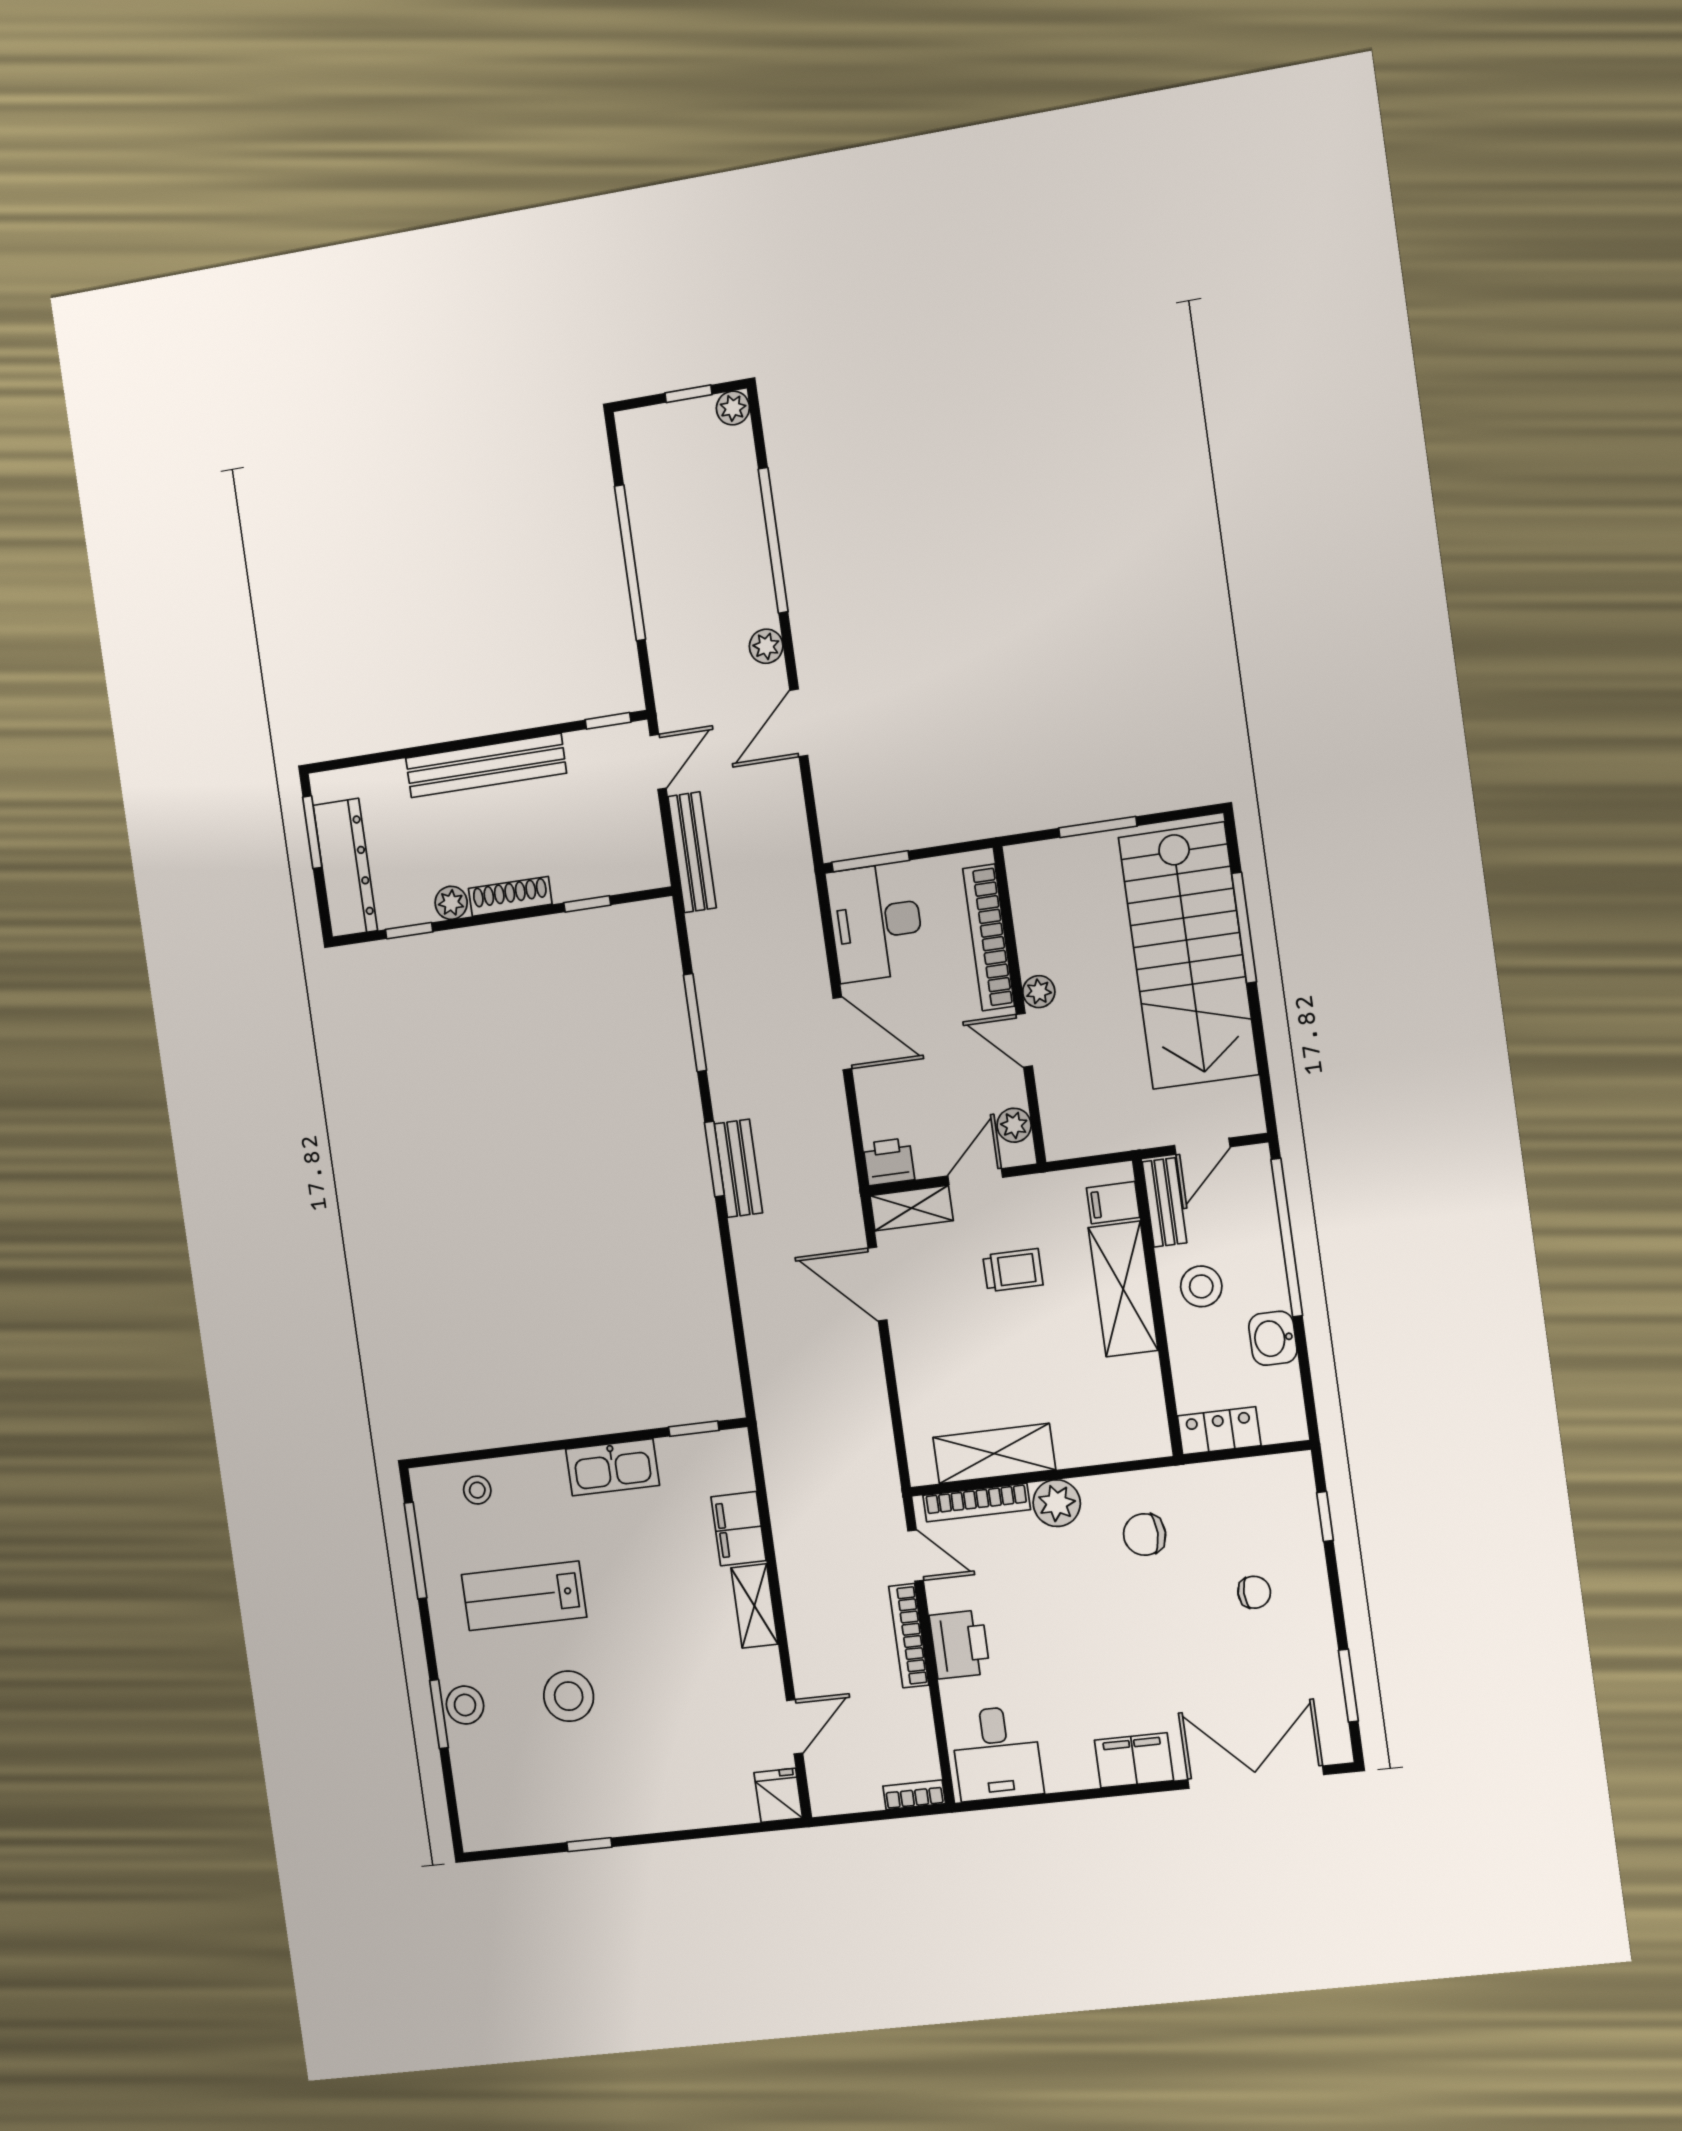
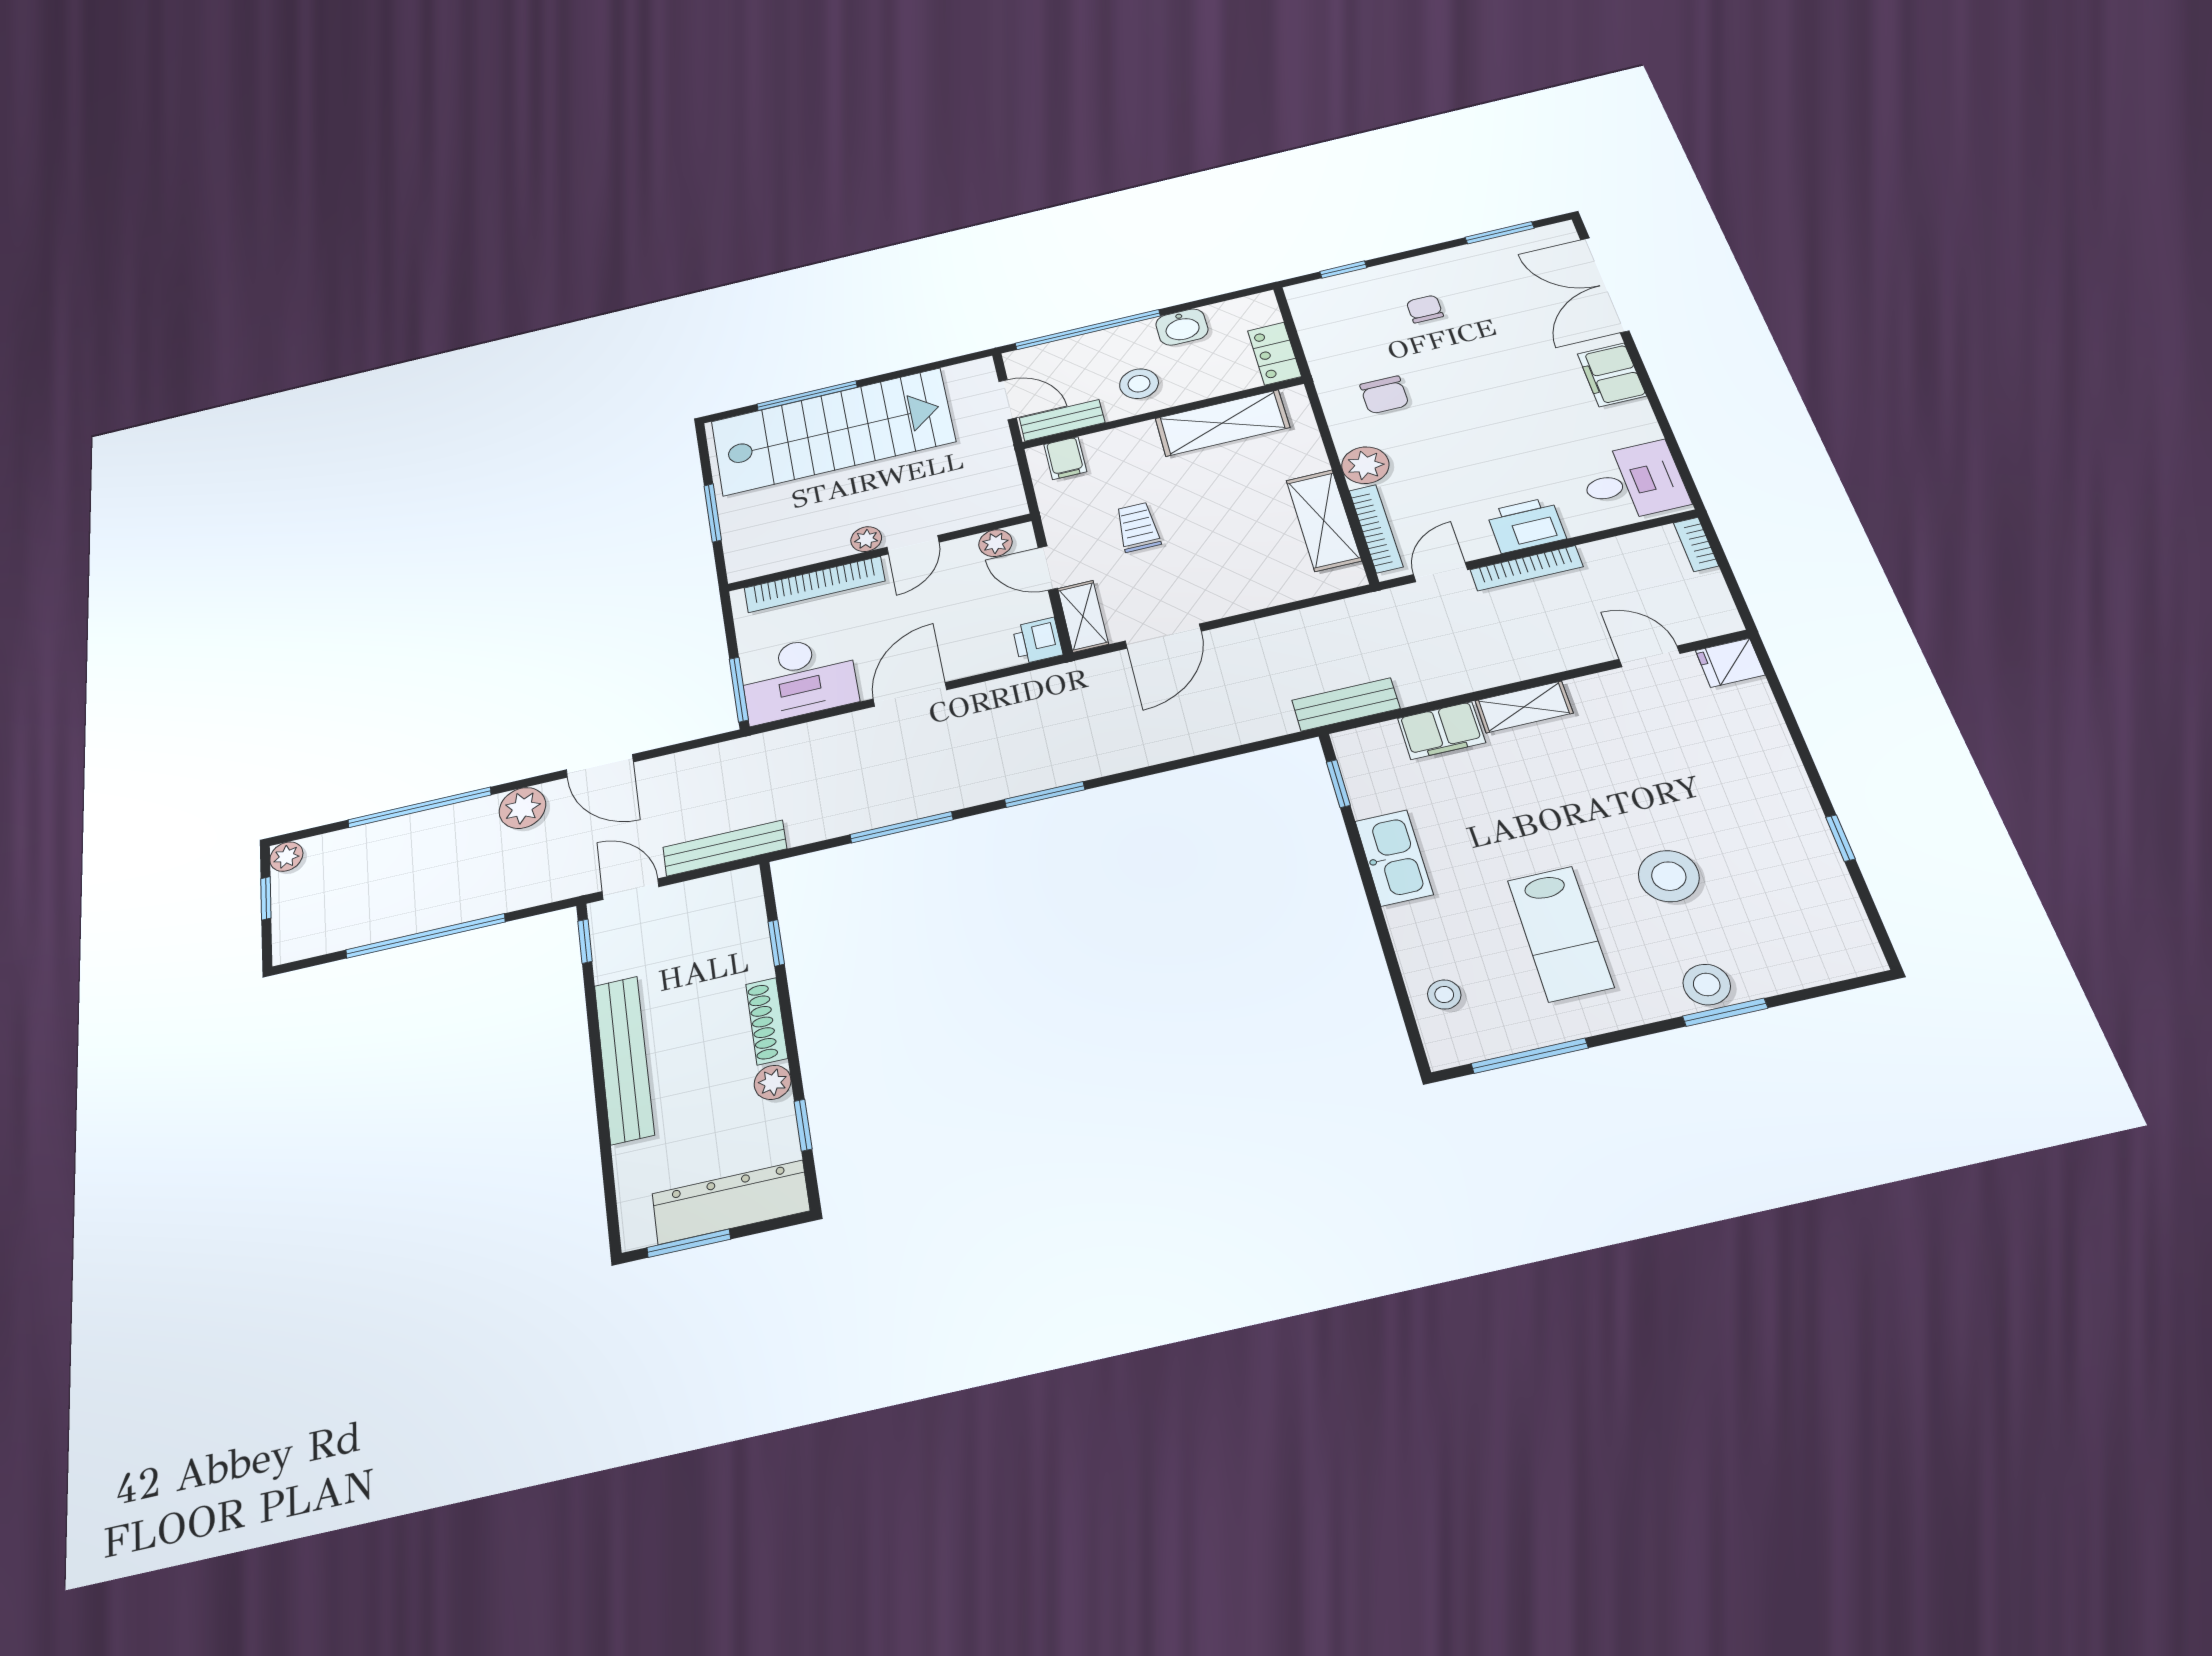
plant: (766, 646) -> (522, 808), width x1.38, depth x1.38
bench: (738, 1168) -> (1346, 704), moved
shelving: (1123, 1289) -> (1222, 423), moved

